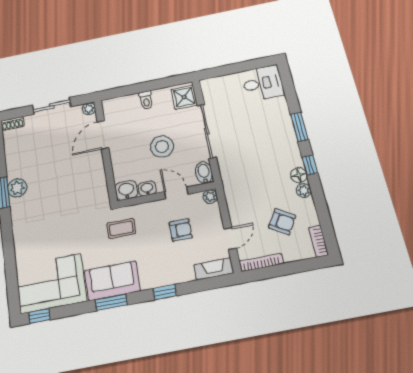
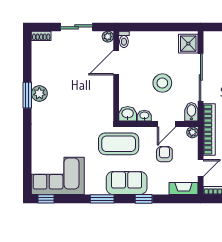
toilet: (146, 100) -> (124, 39), moved
bookcase: (231, 189) -> (209, 129), added
door: (176, 193) -> (167, 124), swing flipped
coffee table: (121, 228) -> (119, 144), width x1.86, depth x1.72
armchair: (181, 230) -> (164, 154), turned -90
sofa: (112, 281) -> (127, 183), moved

